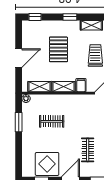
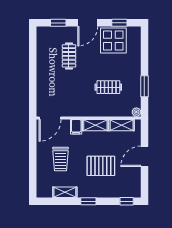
pallet: (58, 49) -> (101, 166), turned 90

